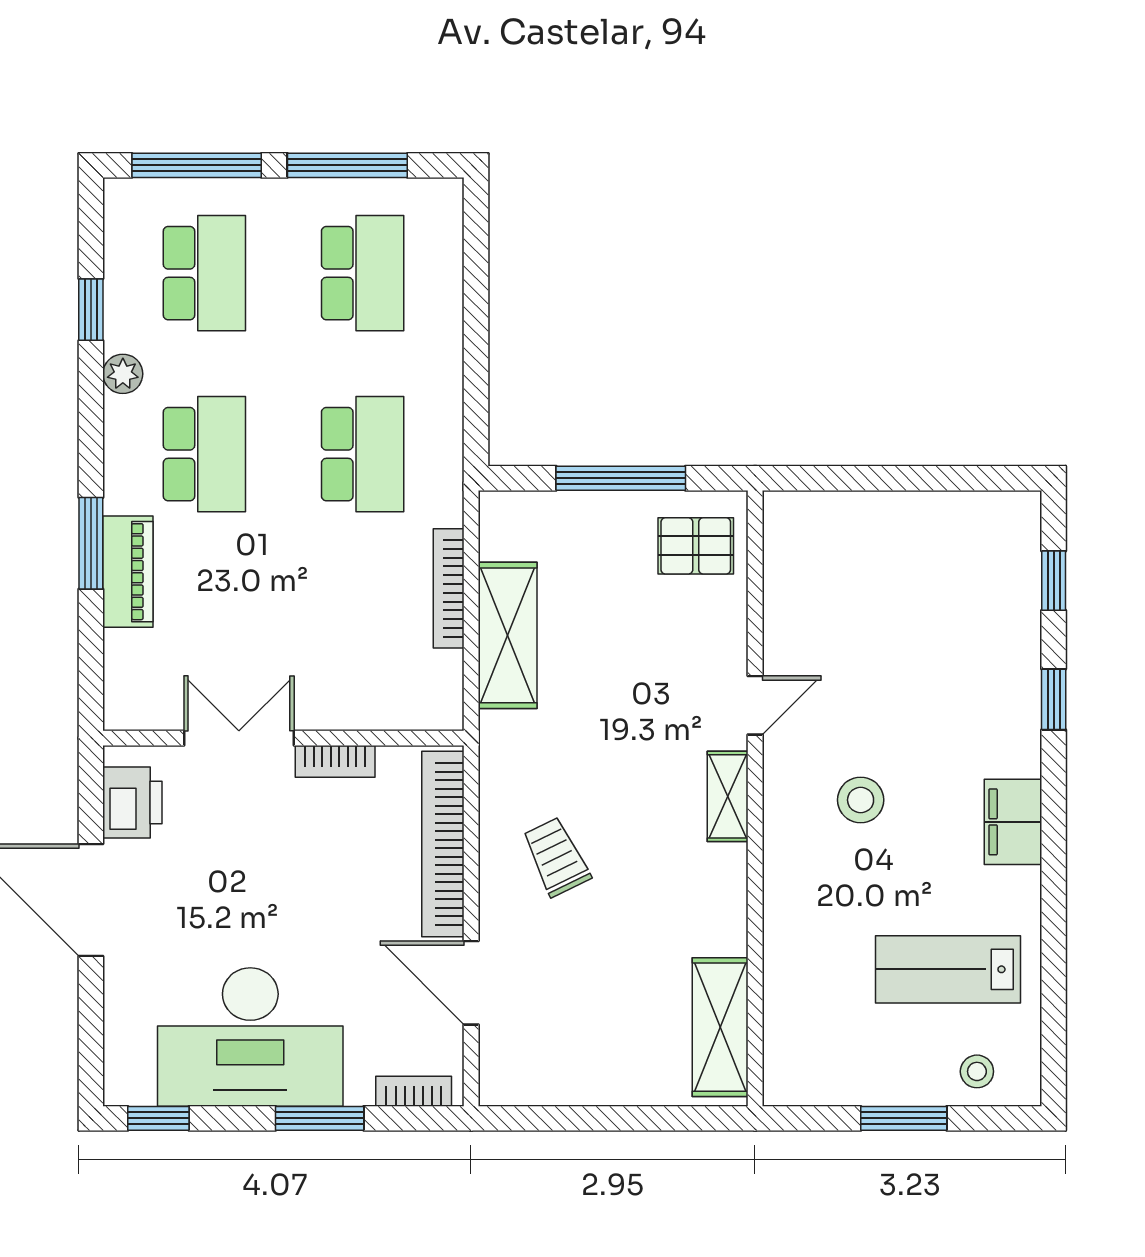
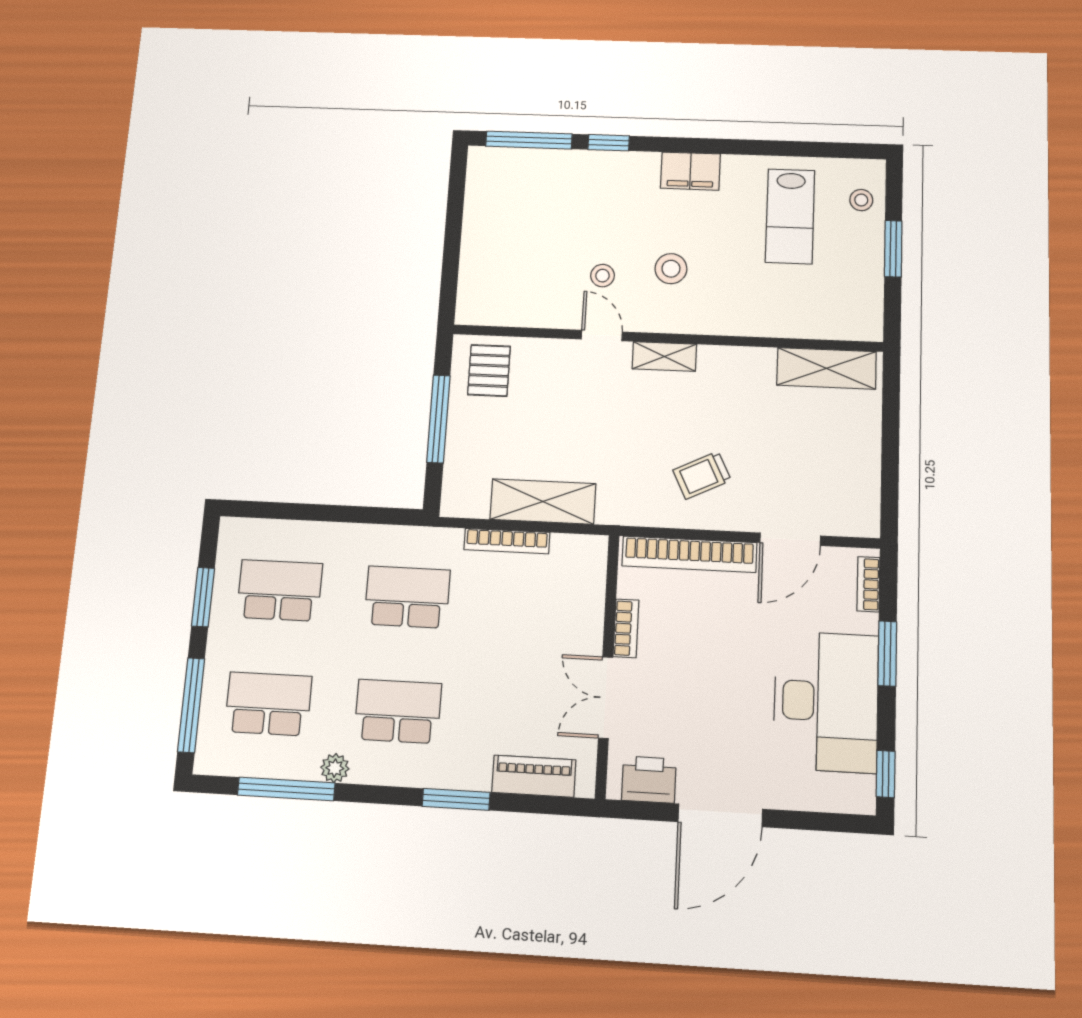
window: (347, 165) -> (203, 597), width x0.69
window: (91, 310) -> (286, 789), width x2.17
piano: (128, 572) -> (534, 776), moved
window: (1054, 581) -> (529, 140), width x2.17
stool: (846, 701) -> (602, 276), added

